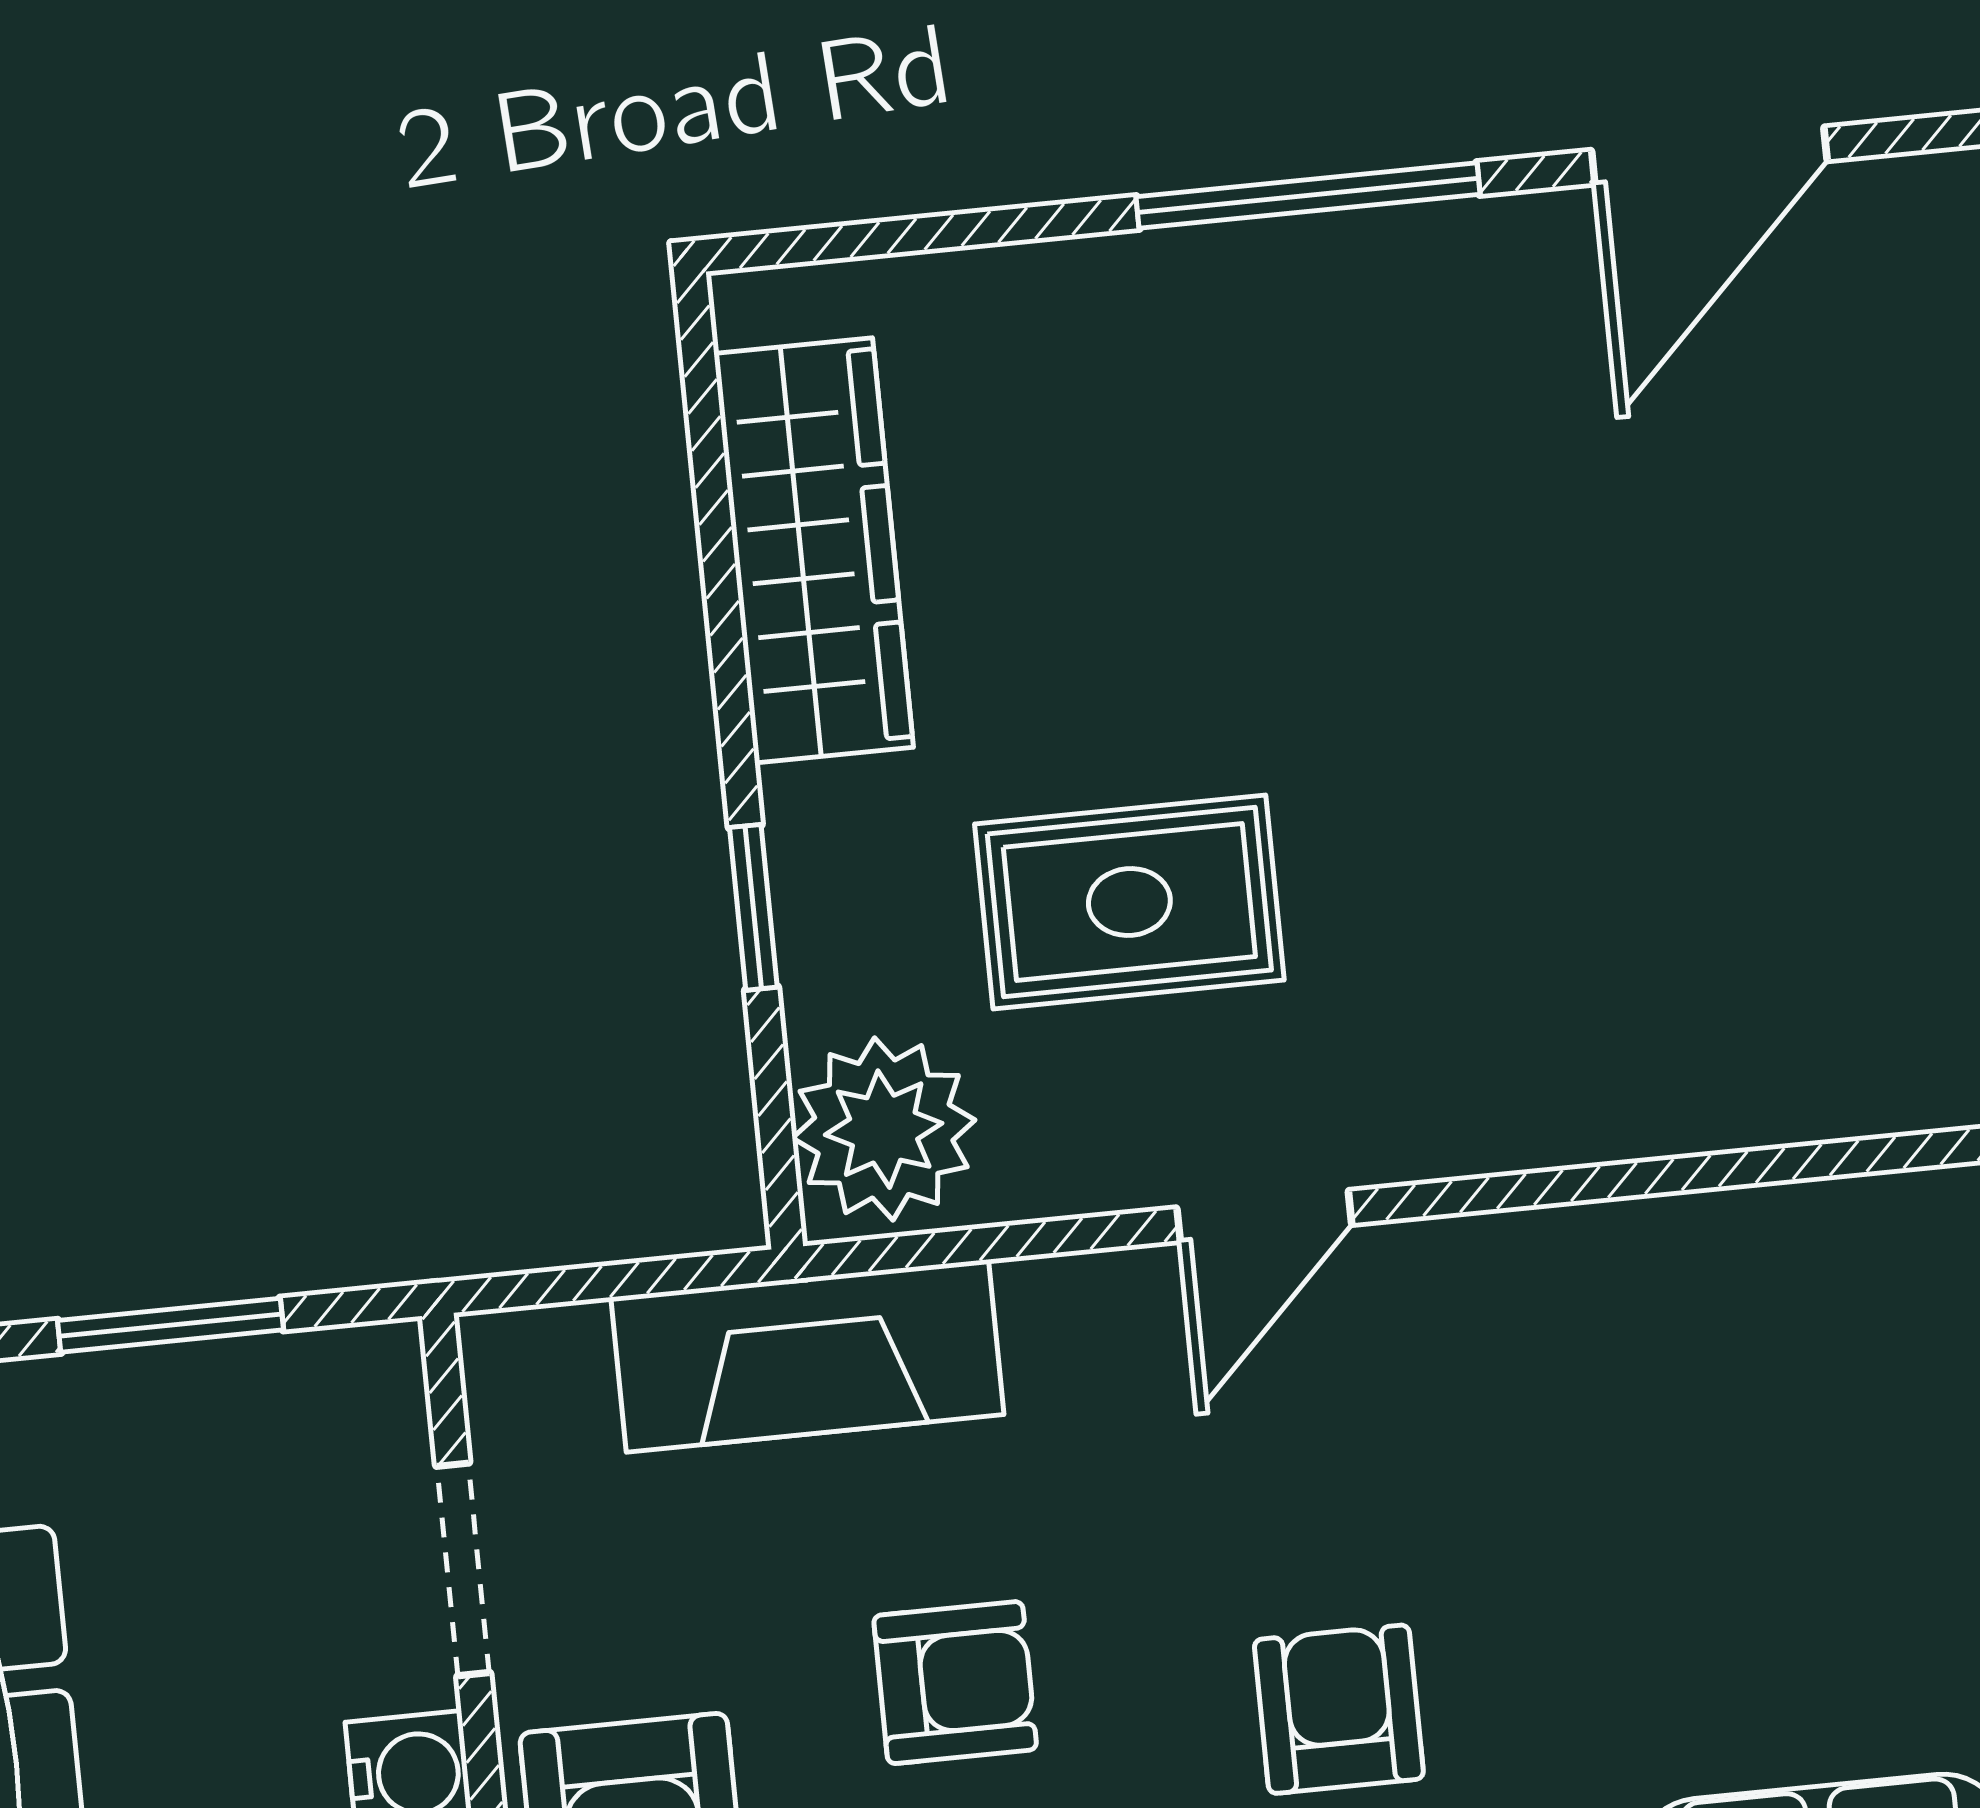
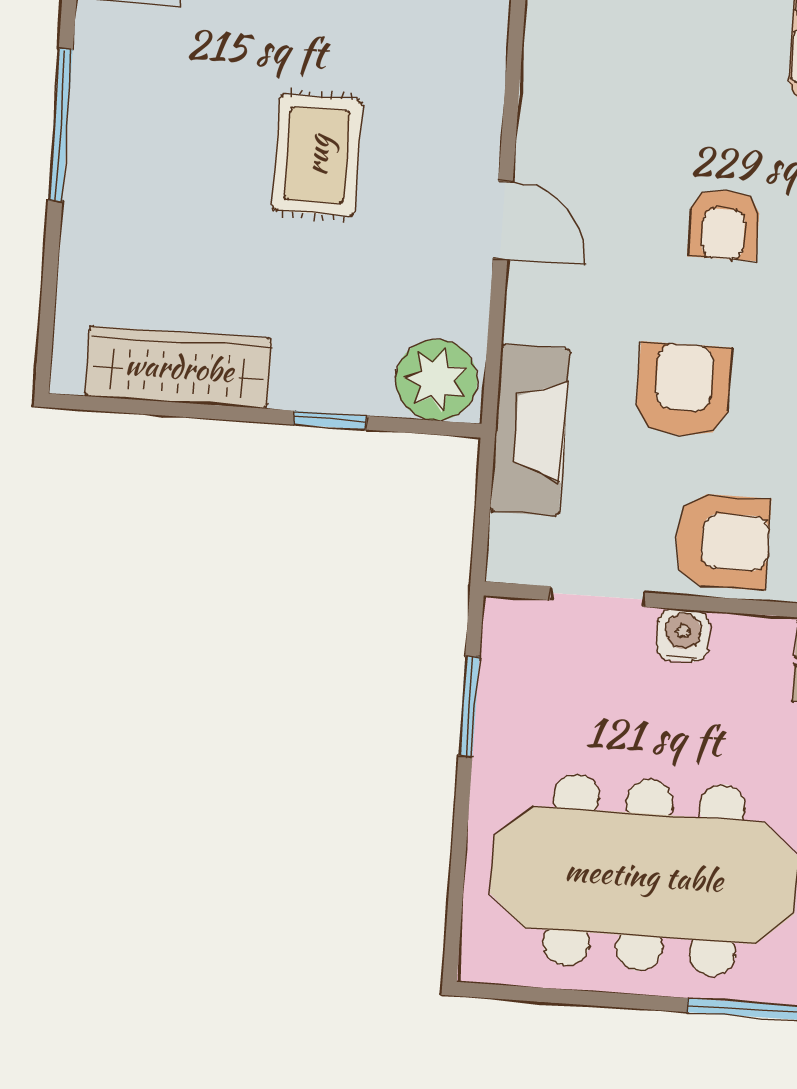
rug: (1129, 902) -> (317, 155), moved
armchair: (955, 1683) -> (684, 390), width x1.38, depth x1.38
armchair: (1339, 1709) -> (724, 224), turned -90

